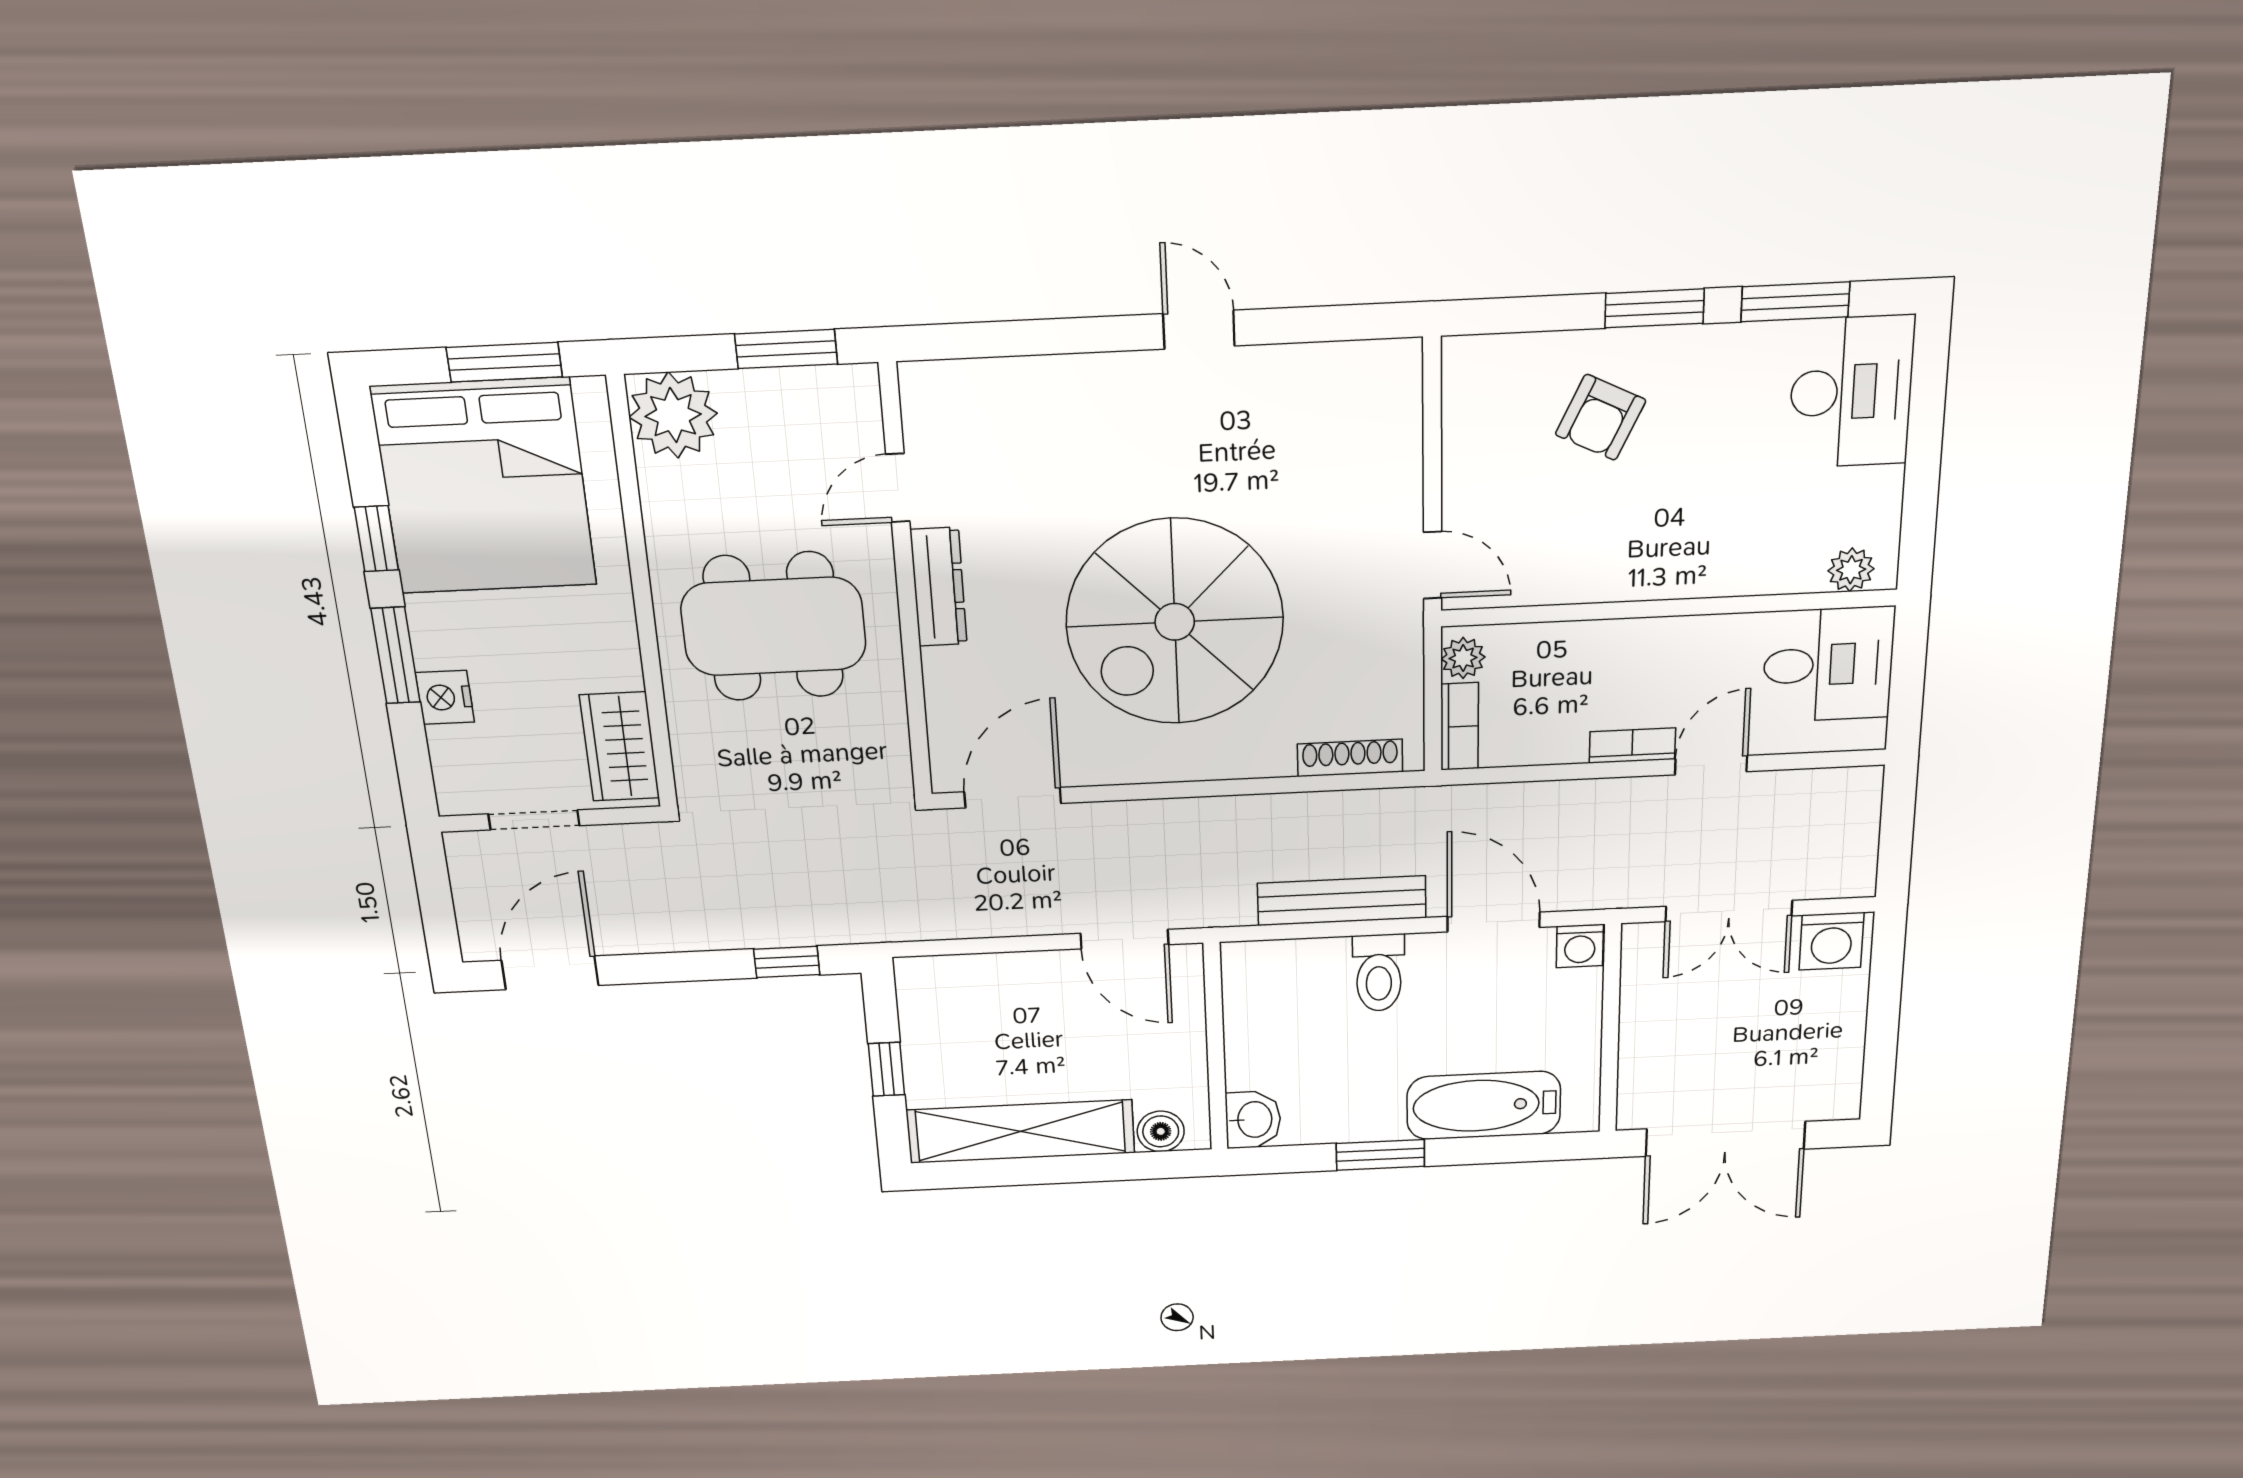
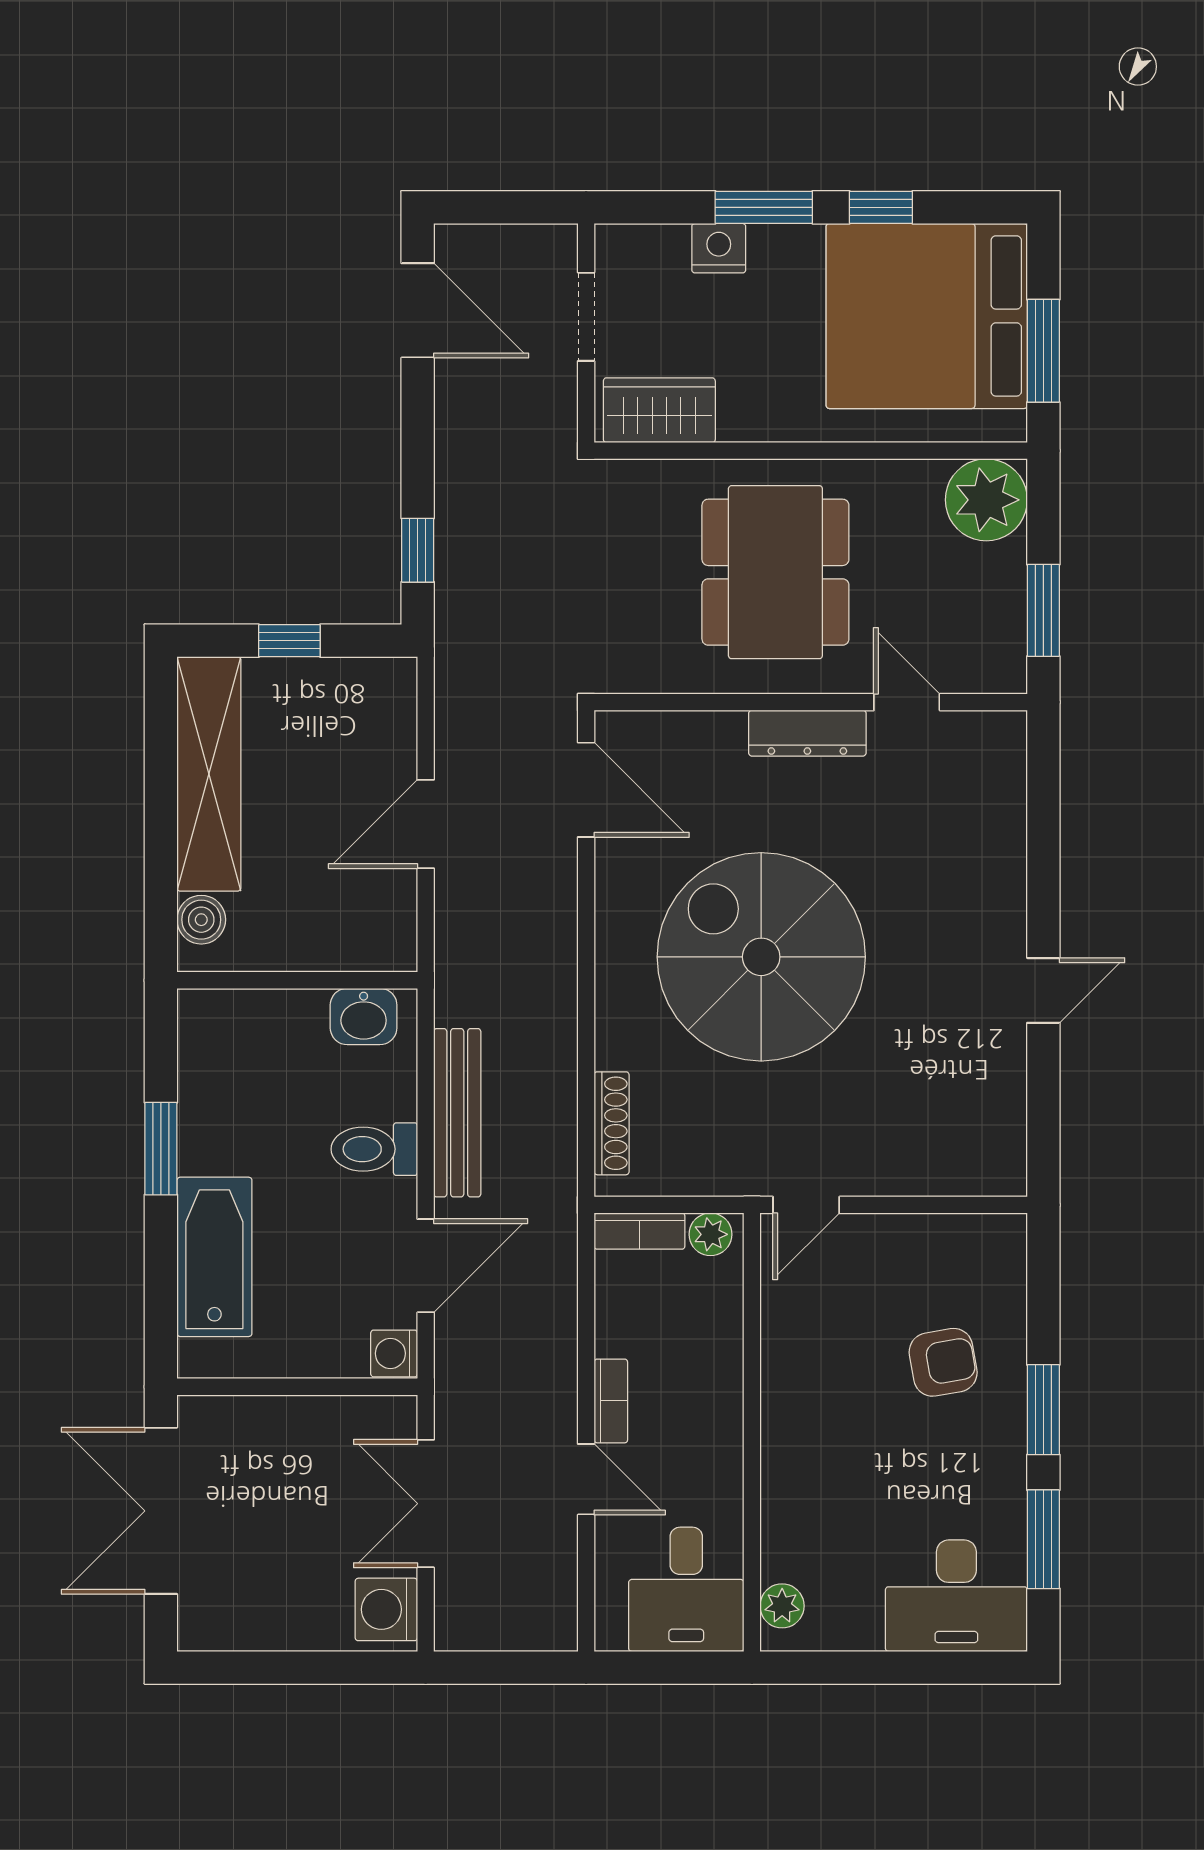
armchair: (1601, 417) -> (943, 1362), turned 144
door: (1125, 939) -> (426, 824), moved
washbasin: (1253, 1120) -> (364, 1016), moved

